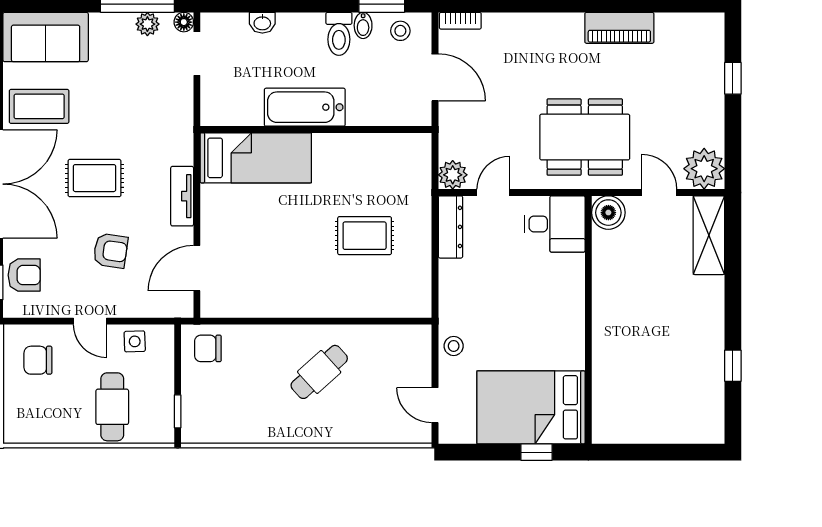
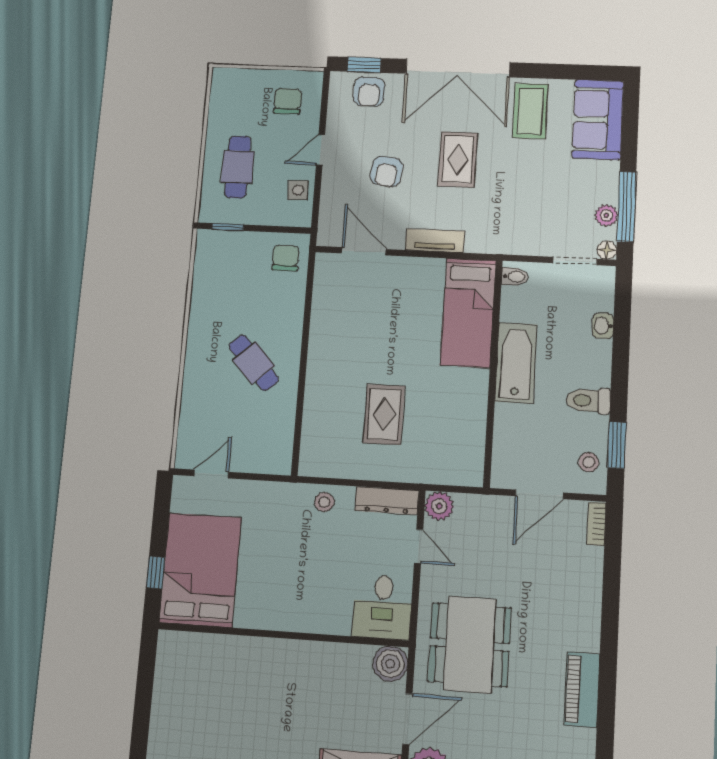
bidet: (363, 25) -> (515, 277), moved, turned 180
door: (659, 193) -> (407, 719), width x1.38
stool: (454, 346) -> (324, 502), moved
cafe table: (112, 407) -> (238, 167), turned 90

